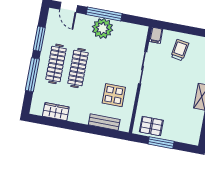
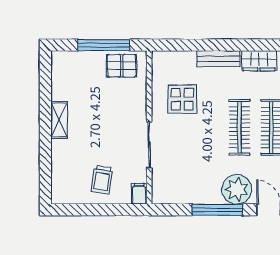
plant: (102, 28) -> (237, 189), moved
bench: (104, 122) -> (219, 59), moved
window: (161, 143) -> (104, 45), width x1.44

